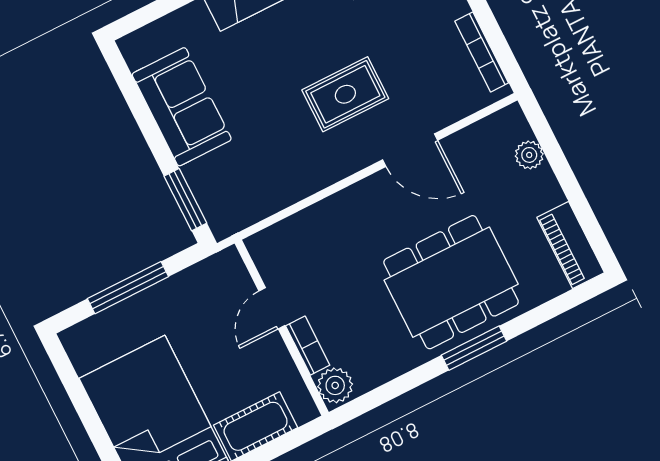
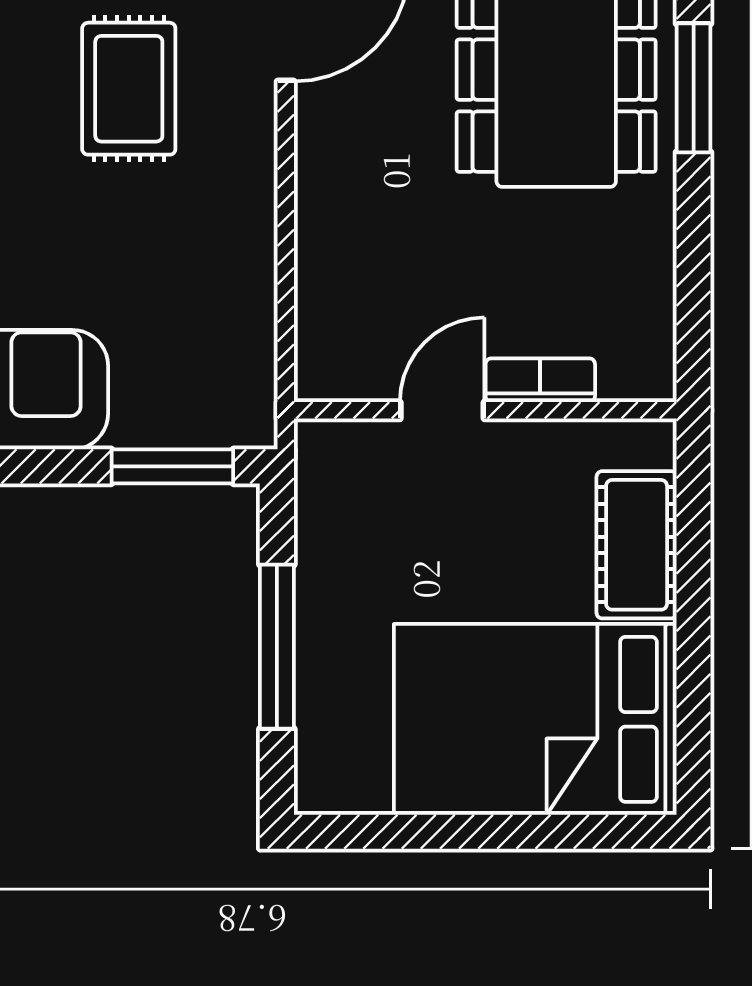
door: (272, 308) -> (442, 410), swing flipped
plant: (335, 385) -> (635, 367), removed

